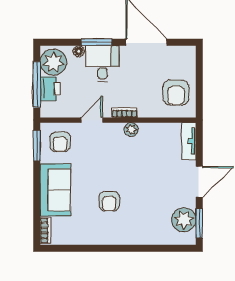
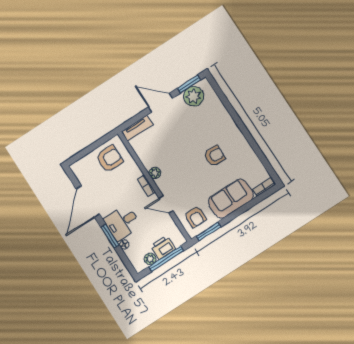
plant: (53, 62) -> (150, 259), width x0.53, depth x0.53
armchair: (60, 142) -> (195, 217), turned 90

